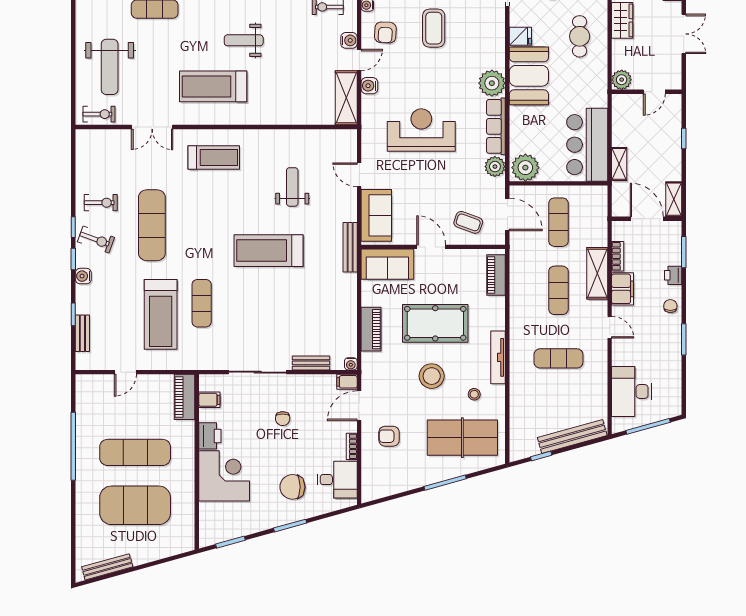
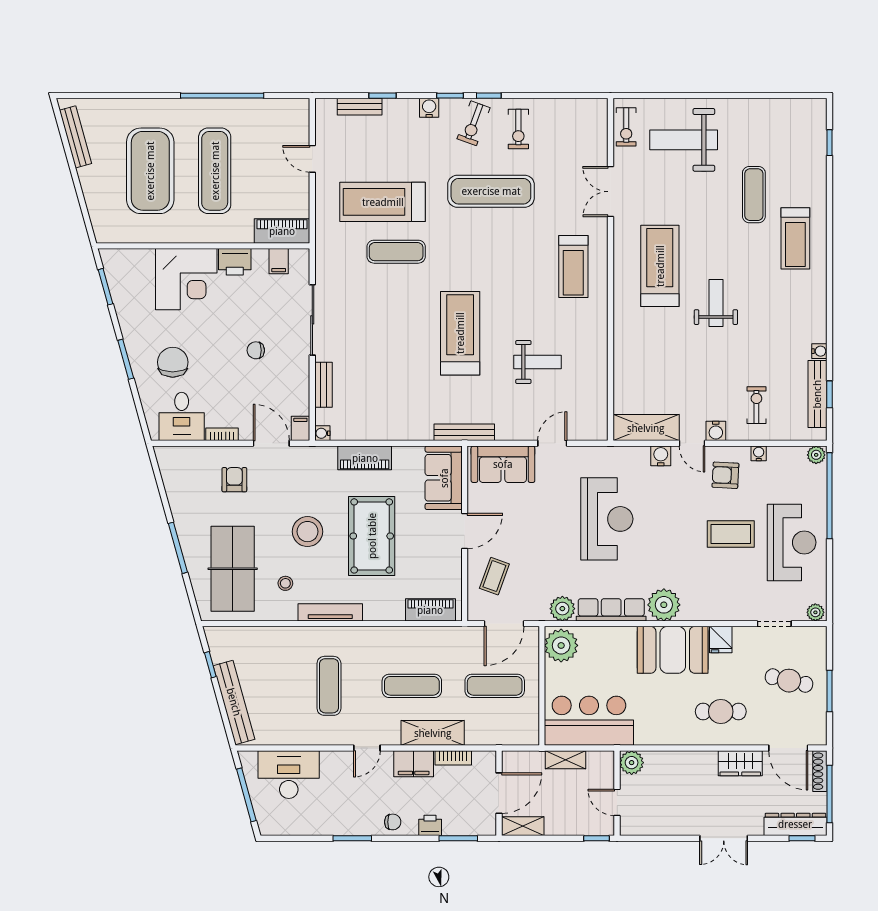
plant: (622, 80) -> (632, 763), moved
wall: (647, 92) -> (617, 793), moved
door: (654, 92) -> (617, 802), moved

